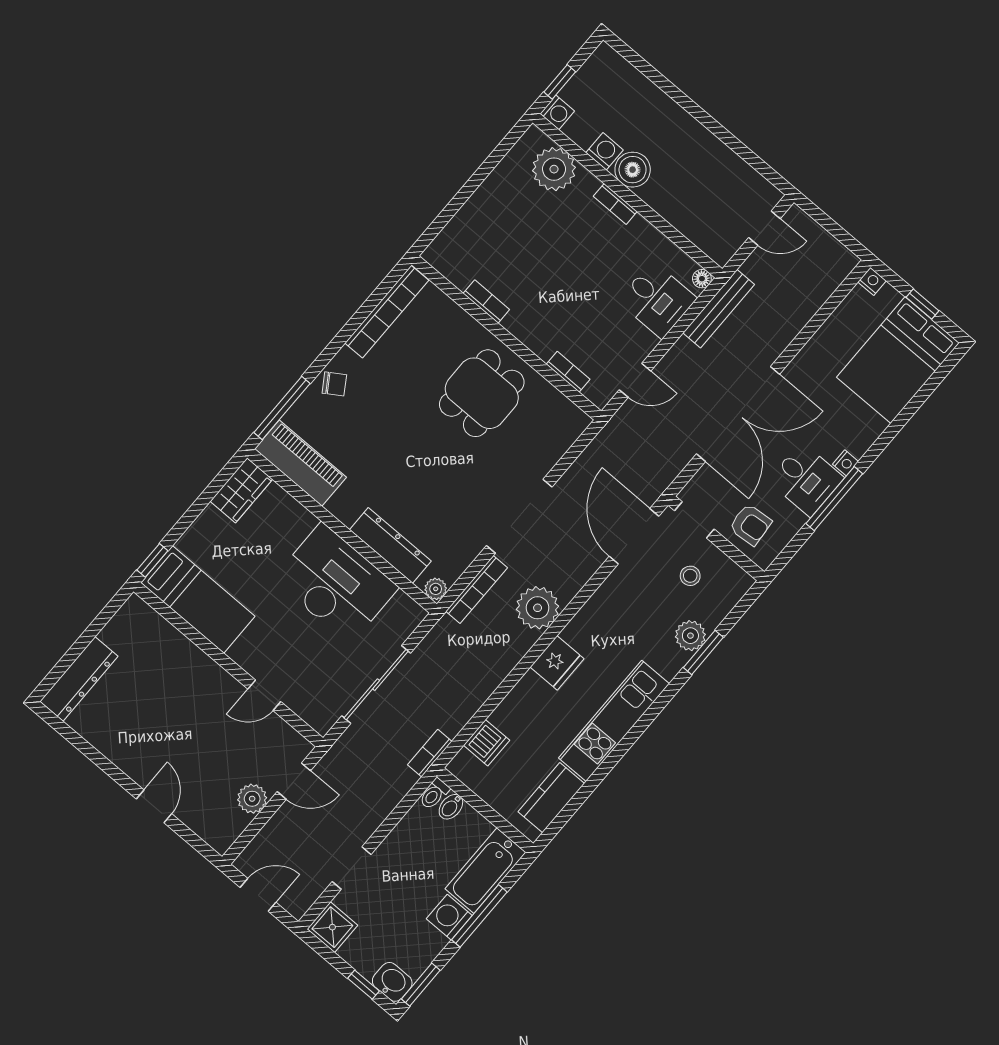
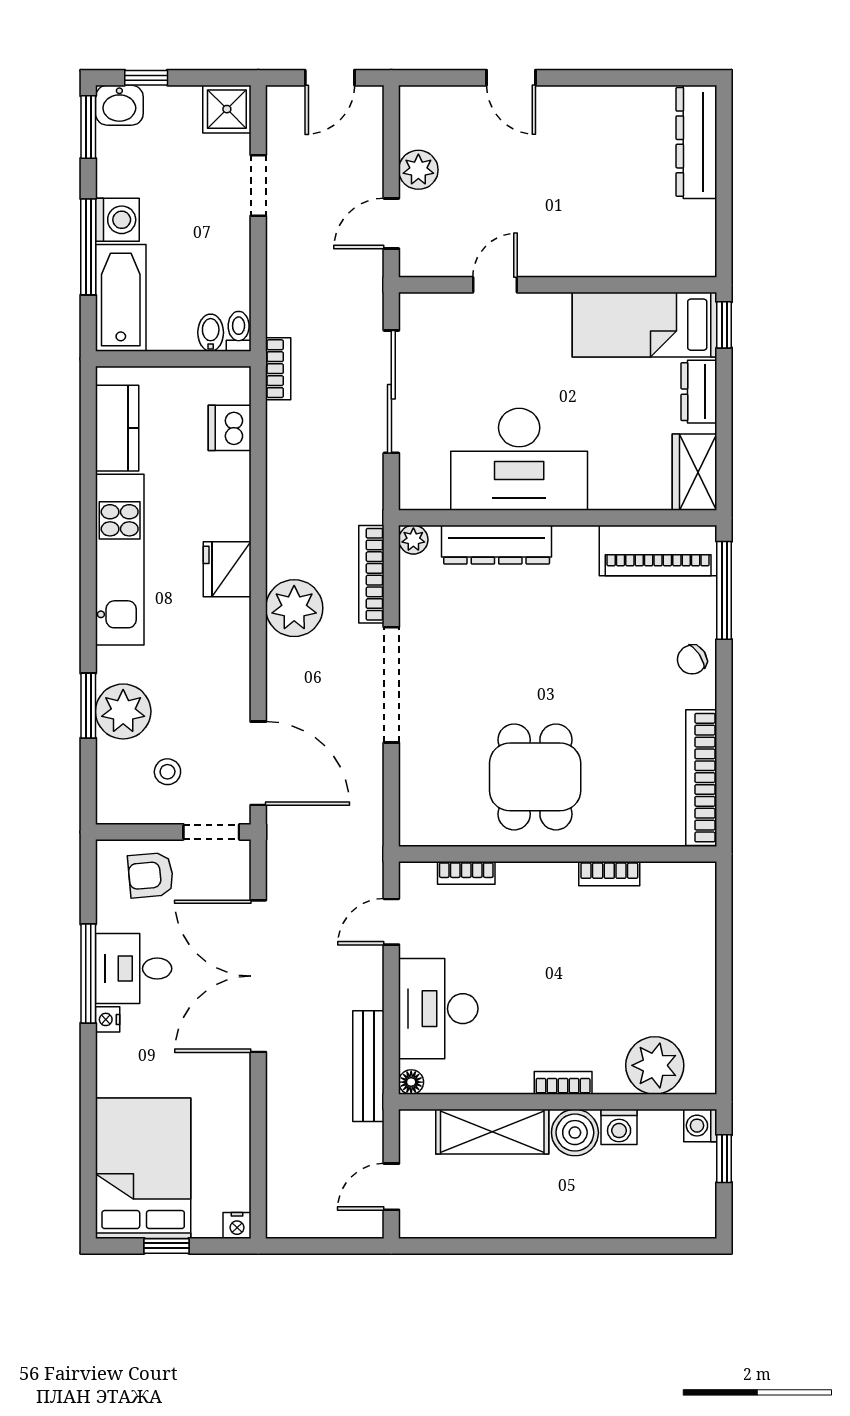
shelving: (680, 210) -> (492, 1132), added
desk: (657, 300) -> (438, 1009), width x1.37
dresser: (199, 534) -> (699, 392), added
plant: (690, 636) -> (123, 711), width x1.36, depth x1.36

